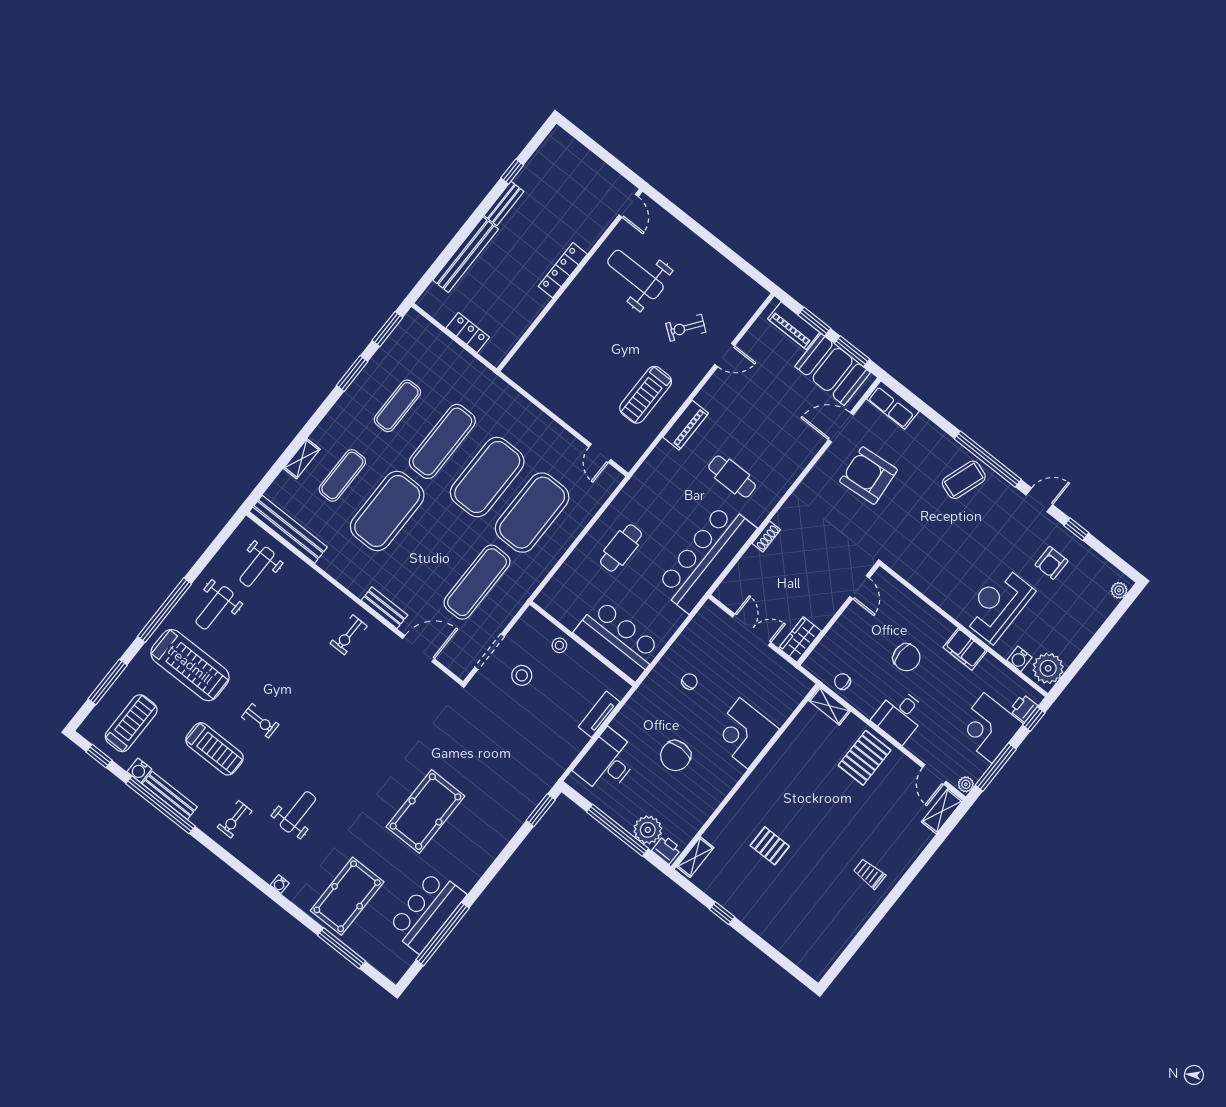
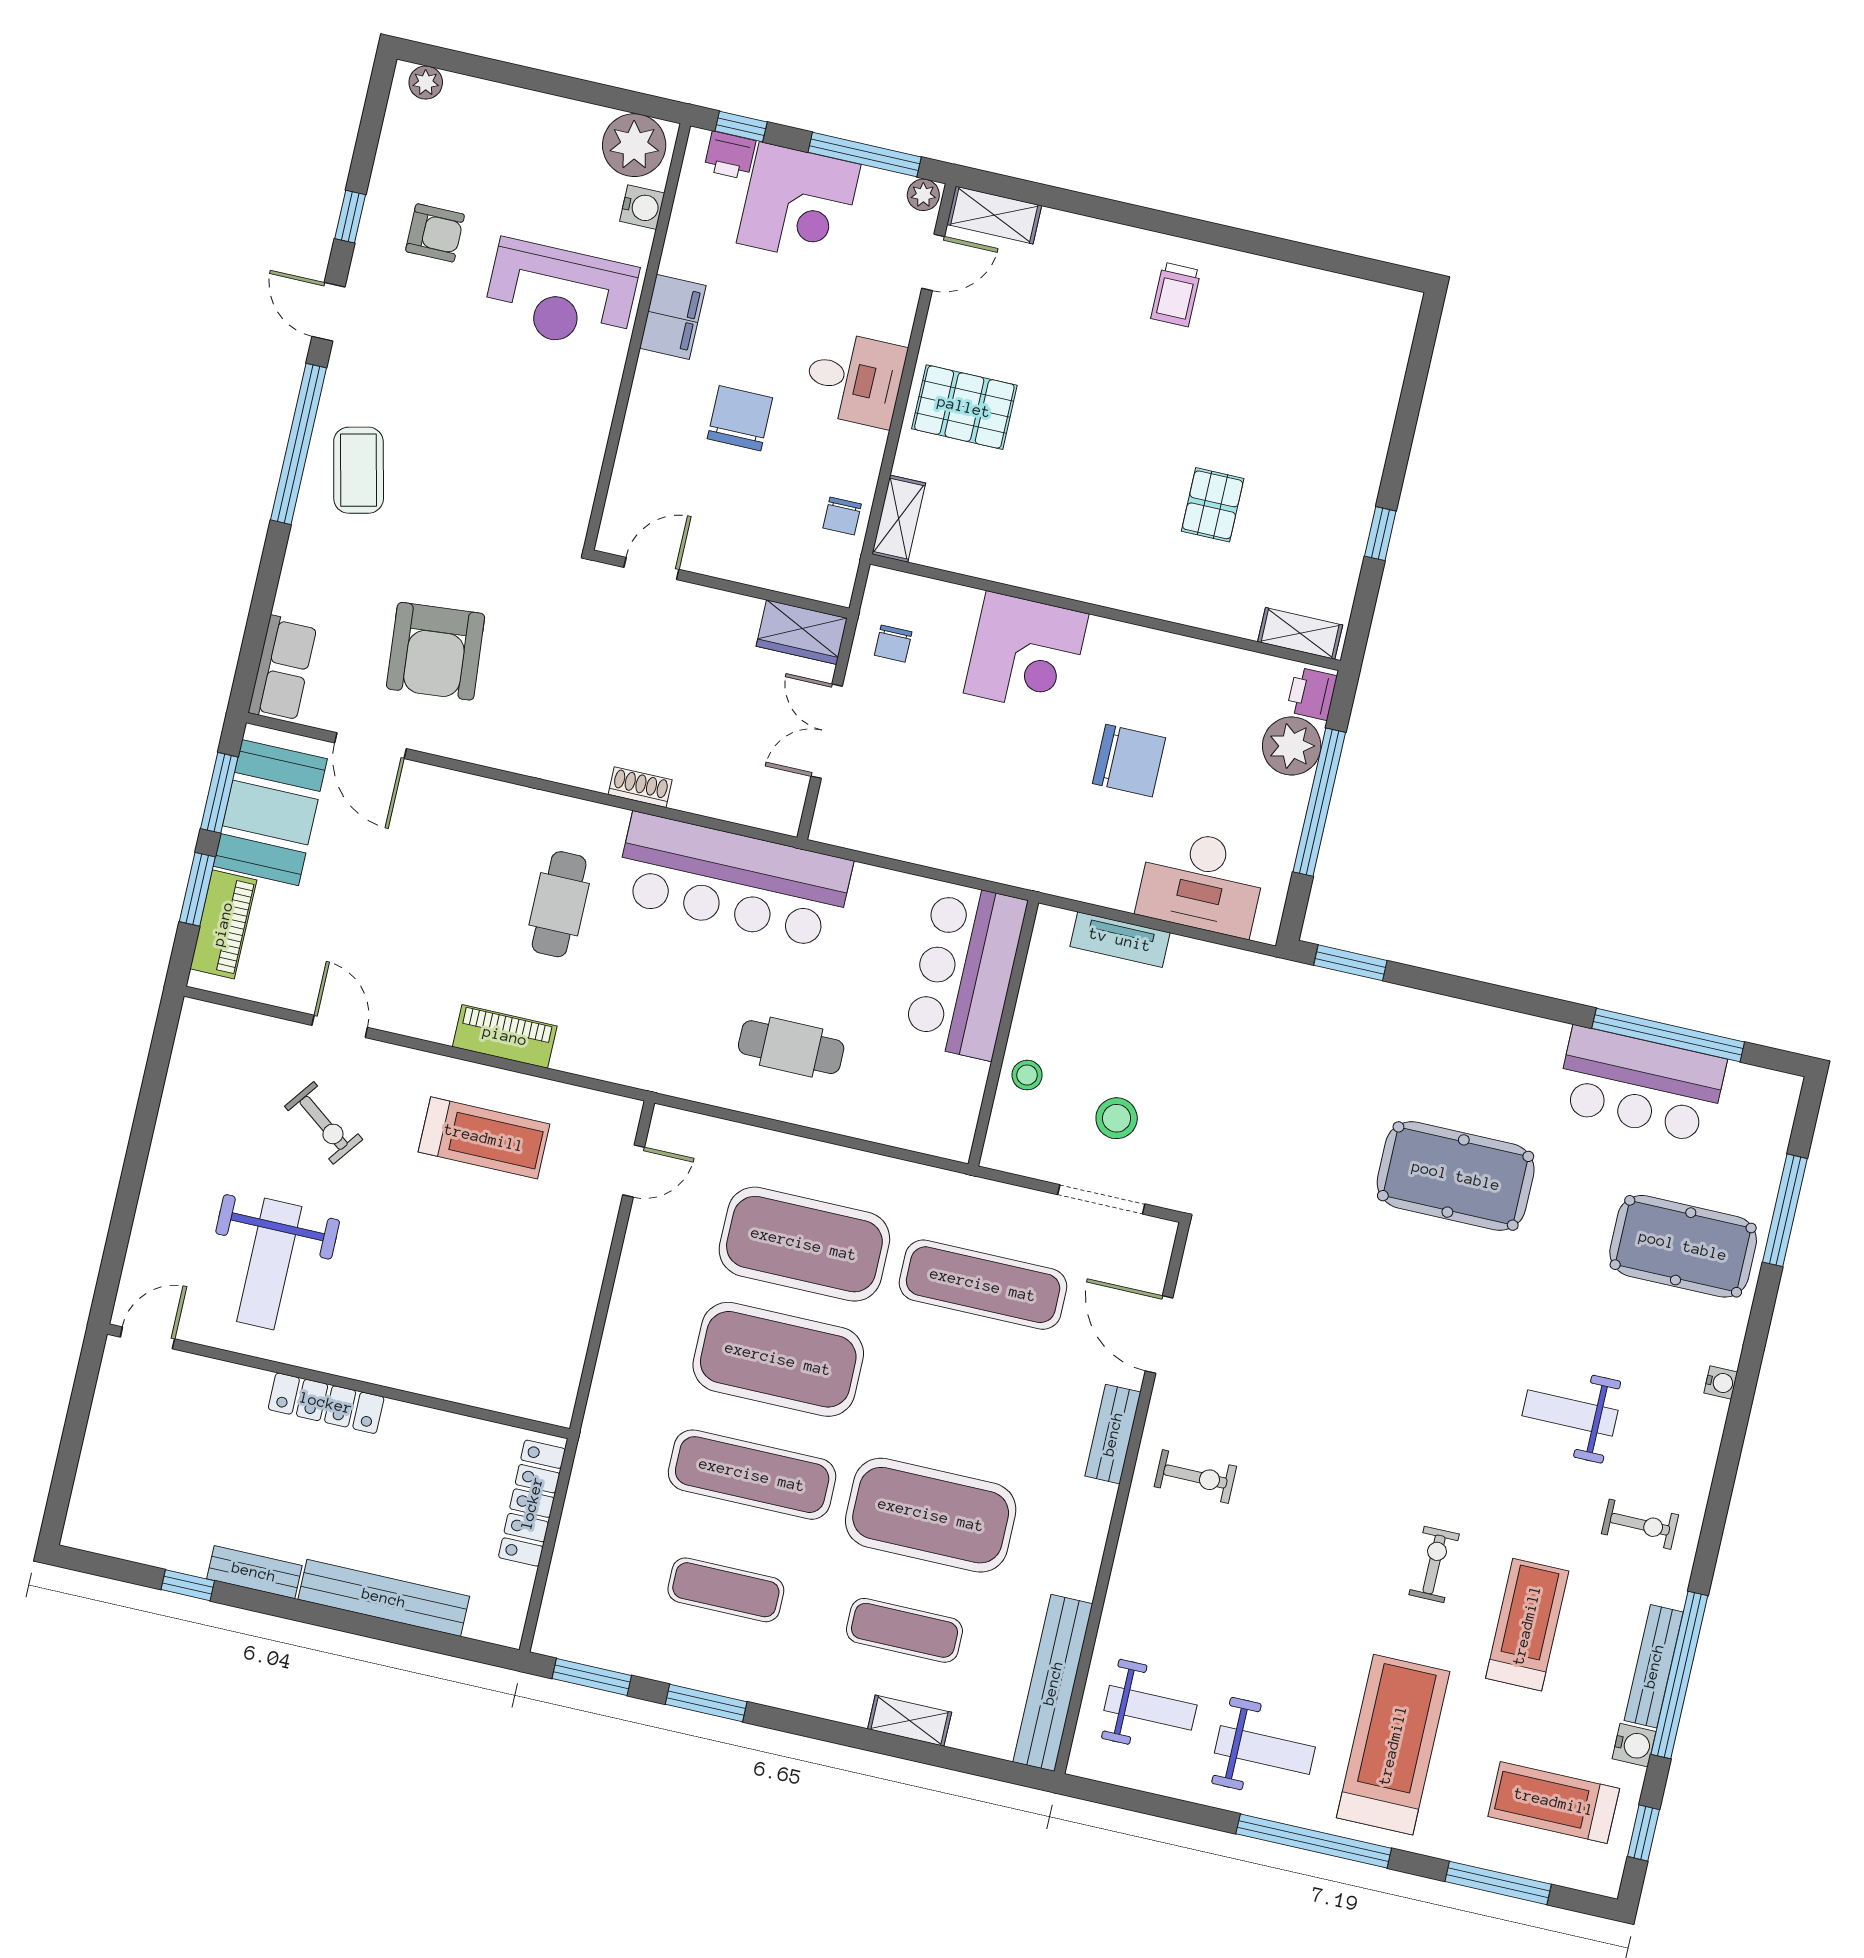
locker: (468, 333) -> (532, 1503), width x1.53
coffee table: (964, 480) -> (359, 470), turned 58
chair: (689, 681) -> (893, 644), moved, turned -90

